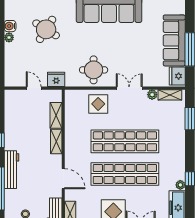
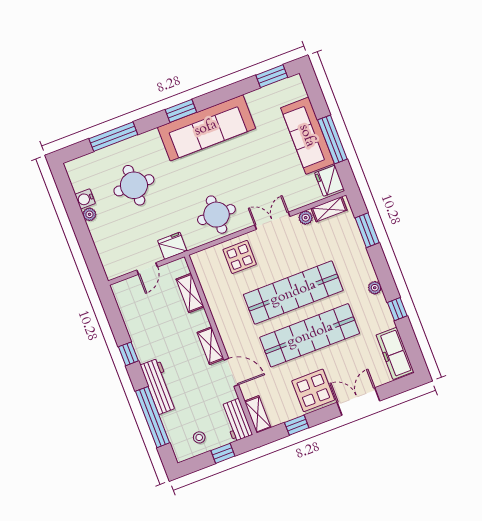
round table: (46, 29) -> (134, 185), turned -32
door: (34, 88) -> (147, 269), swing flipped
shelving: (56, 142) -> (211, 346), moved
plant: (180, 185) -> (375, 288), moved

